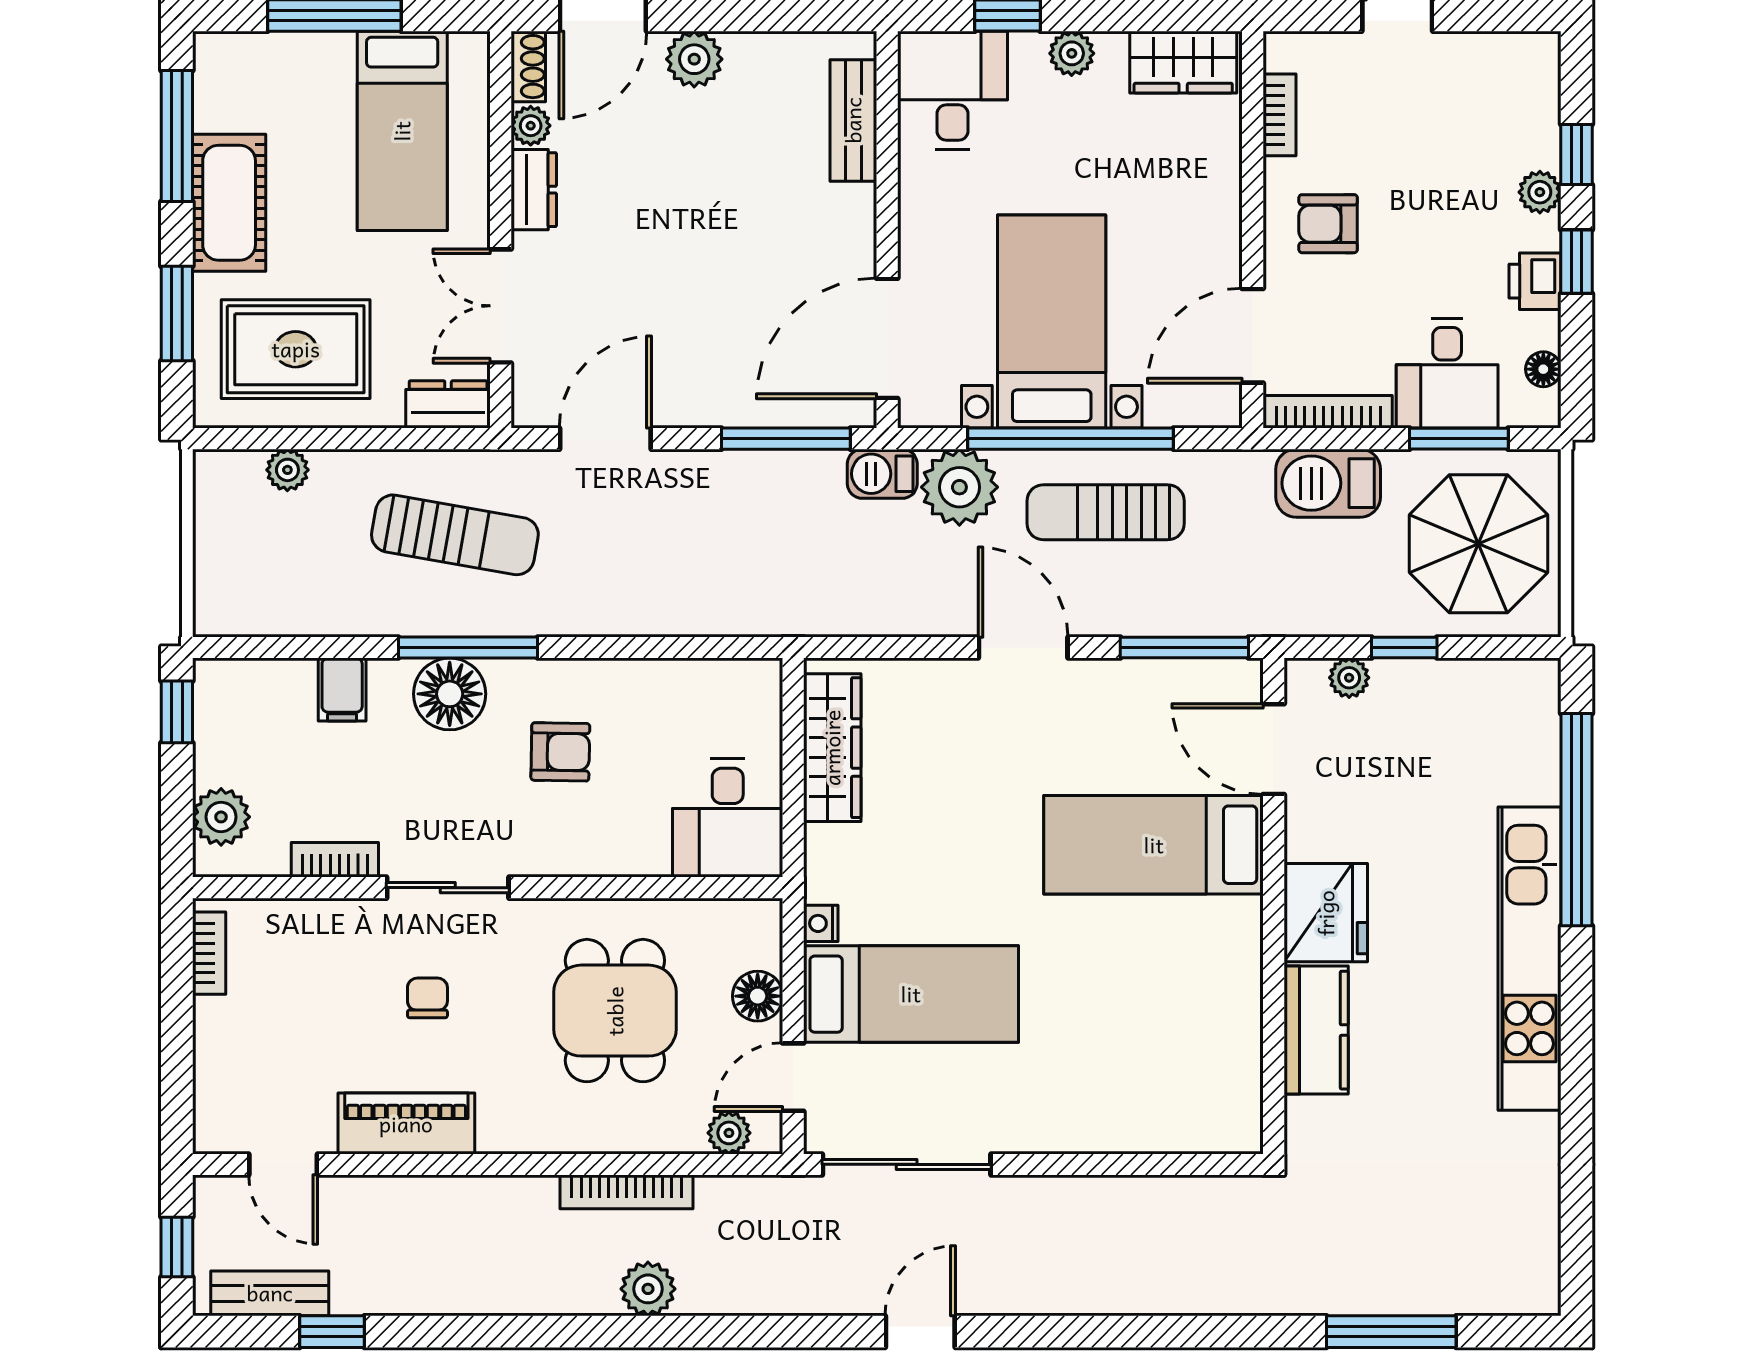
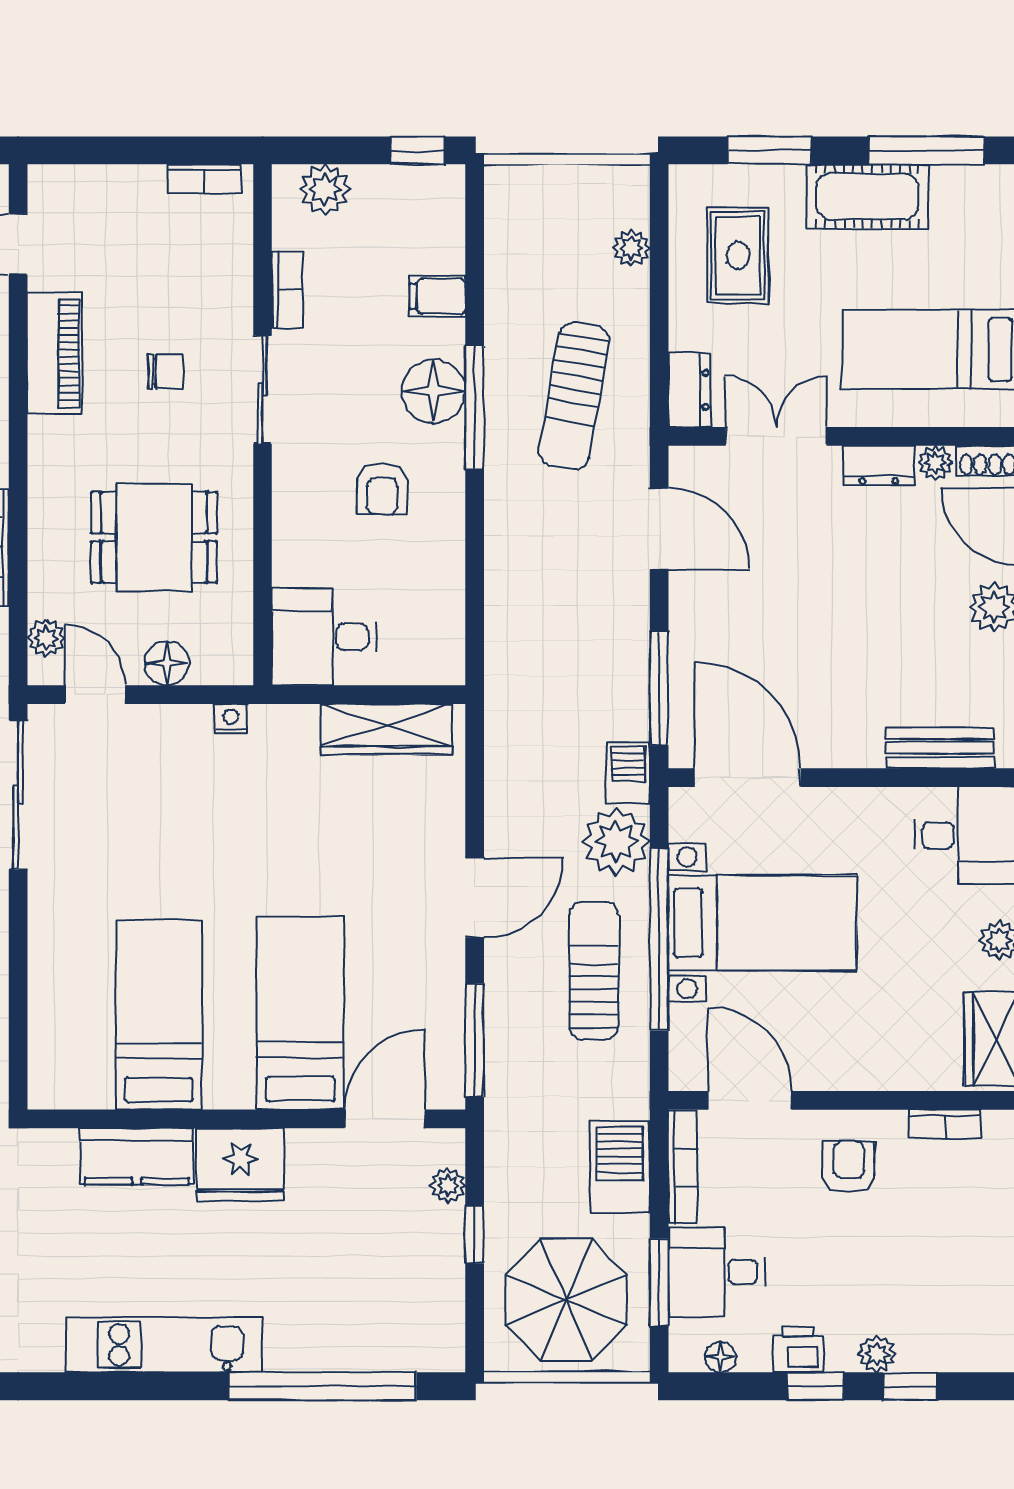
rug: (296, 349) -> (738, 255), width x0.73, depth x0.70
kitchen unit: (1529, 959) -> (164, 1345), width x0.73
bed: (911, 994) -> (159, 1015), moved, turned 180

